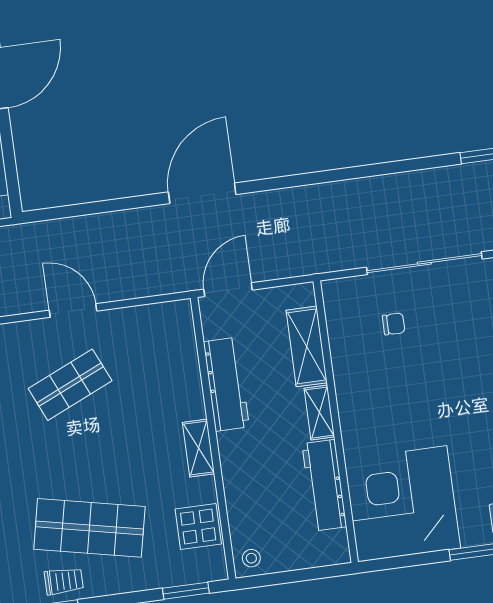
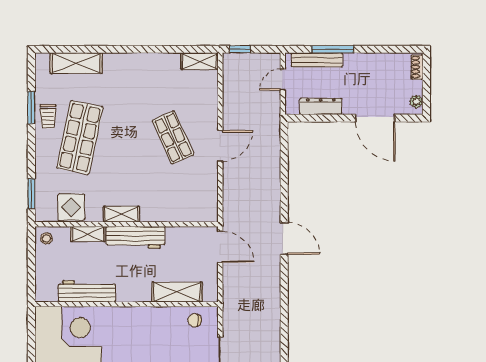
door: (202, 193) -> (284, 238), width x0.73
chair: (394, 324) -> (195, 320), moved, turned 90
workbench: (226, 384) -> (135, 237), moved
shelving: (319, 413) -> (88, 234), moved

